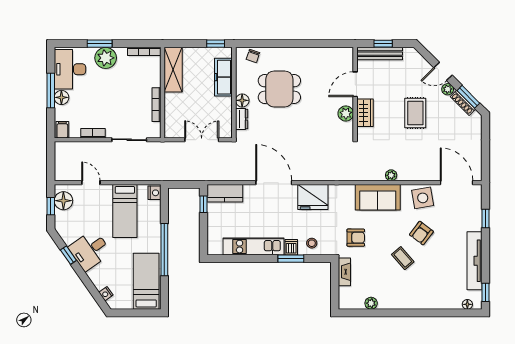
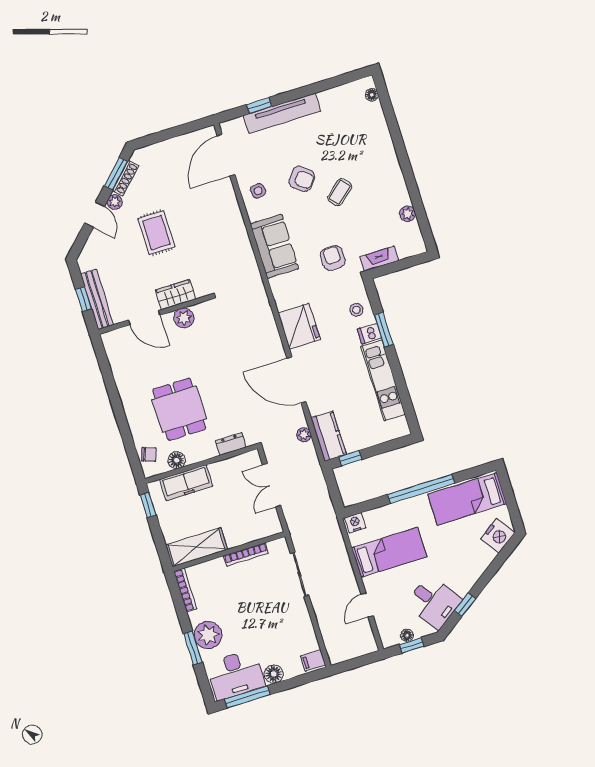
window: (51, 91) -> (247, 697), moved
floor lamp: (242, 100) -> (177, 460), moved
rug: (415, 113) -> (156, 233), turned 90
bookcase: (93, 133) -> (306, 622), removed
plant: (391, 175) -> (304, 435), moved
door: (274, 183) -> (297, 380), hinge flipped
side table: (423, 198) -> (258, 191), width x0.54, depth x0.54
floor lamp: (63, 201) -> (407, 635), width x0.53, depth x0.53
desk: (90, 250) -> (434, 602), moved
tv unit: (475, 261) -> (282, 113), moved
window: (486, 292) -> (350, 77), removed
nightstand: (106, 294) -> (498, 536), width x1.89, depth x1.79

